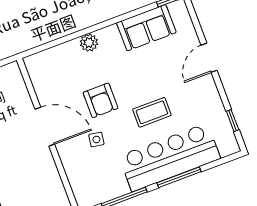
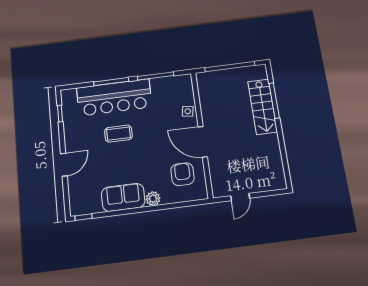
sofa: (146, 28) -> (123, 197), moved
armchair: (101, 100) -> (183, 174), moved
side table: (96, 140) -> (188, 111), moved

